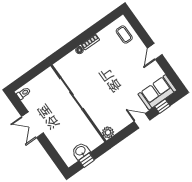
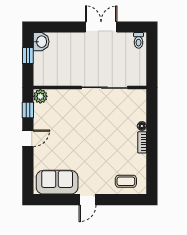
door: (155, 51) -> (88, 200), swing flipped
sofa: (157, 92) -> (57, 182), moved, turned -90
window: (162, 106) -> (28, 110), moved
washbasin: (81, 151) -> (41, 42), moved

